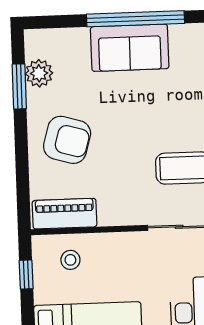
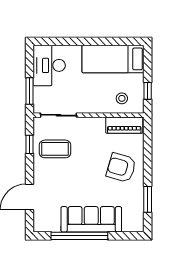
sofa: (130, 48) -> (91, 219), width x1.36
plant: (39, 73) -> (136, 207), removed

